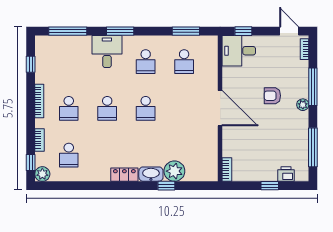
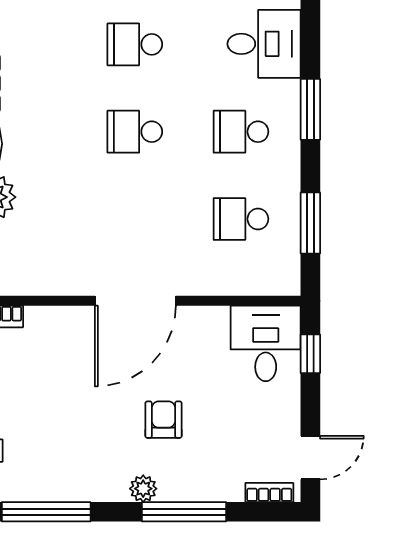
window: (120, 31) -> (310, 109), moved

